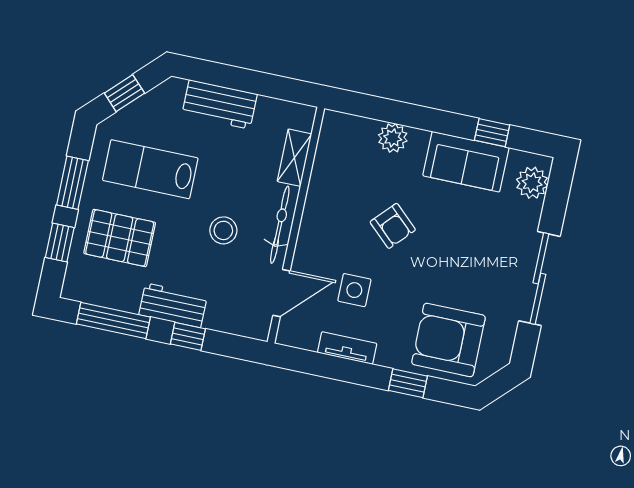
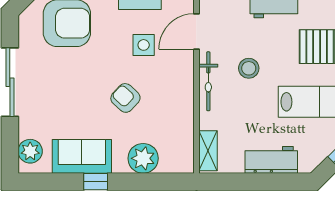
window: (492, 133) -> (96, 182), moved
plant: (393, 138) -> (143, 158), width x1.36, depth x1.36
shelving: (294, 158) -> (208, 151), moved

